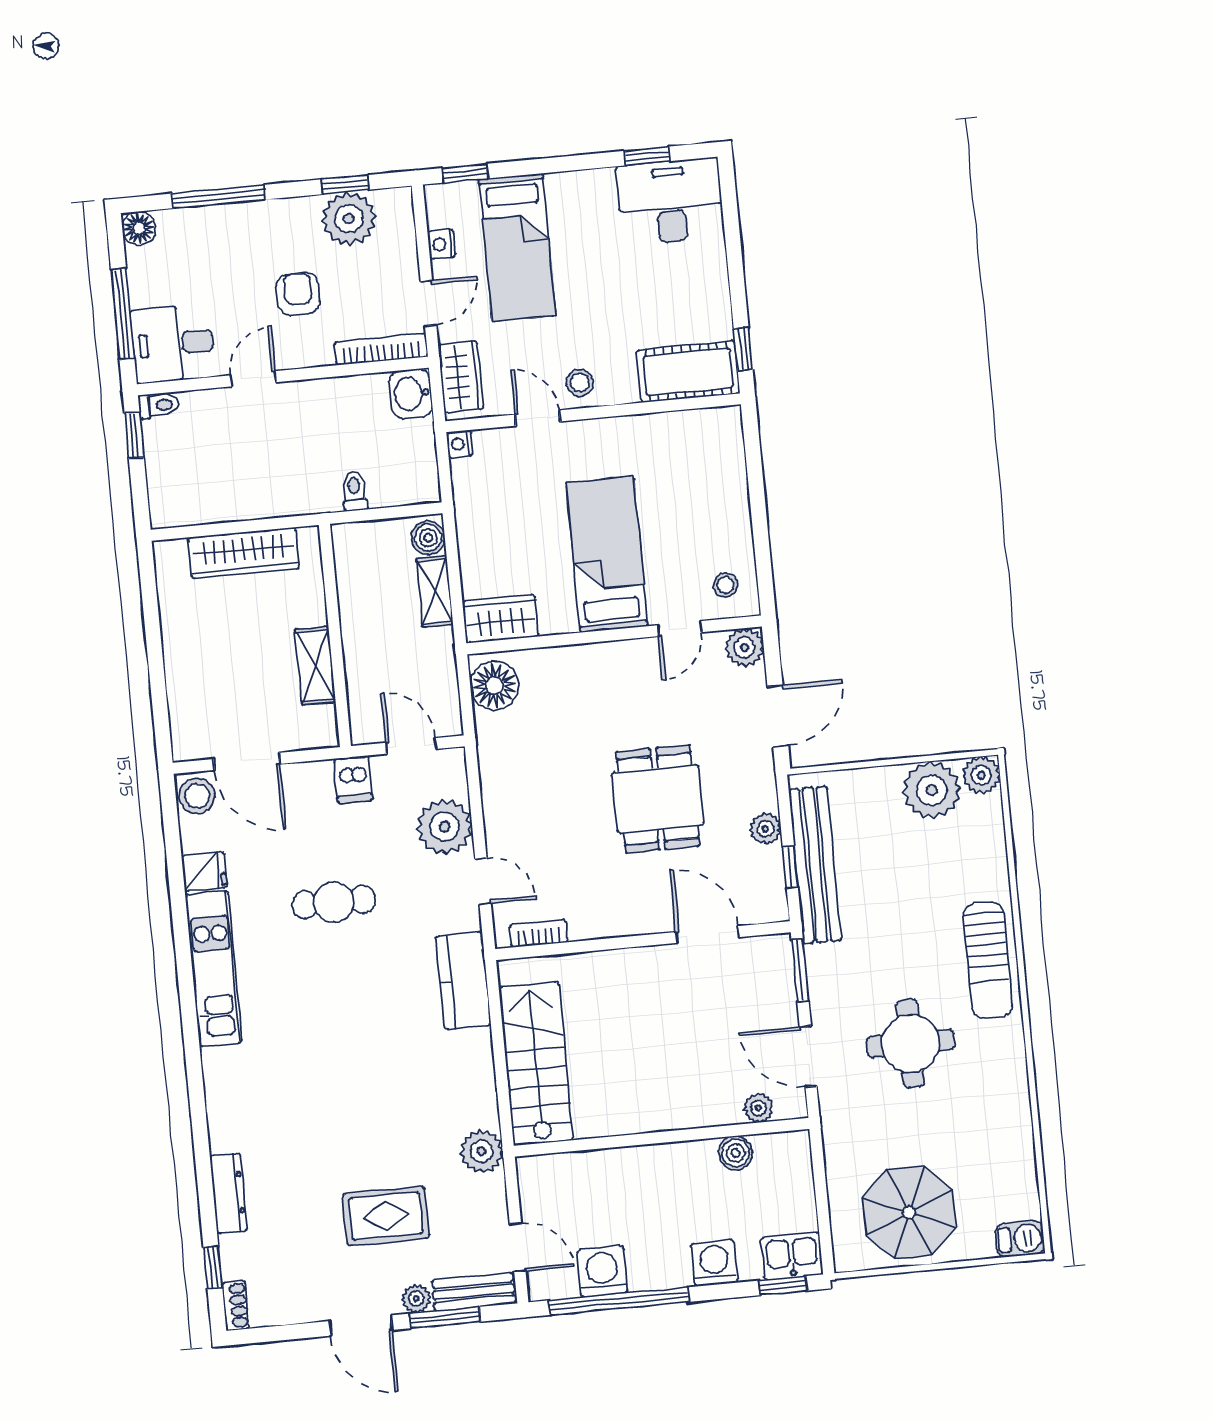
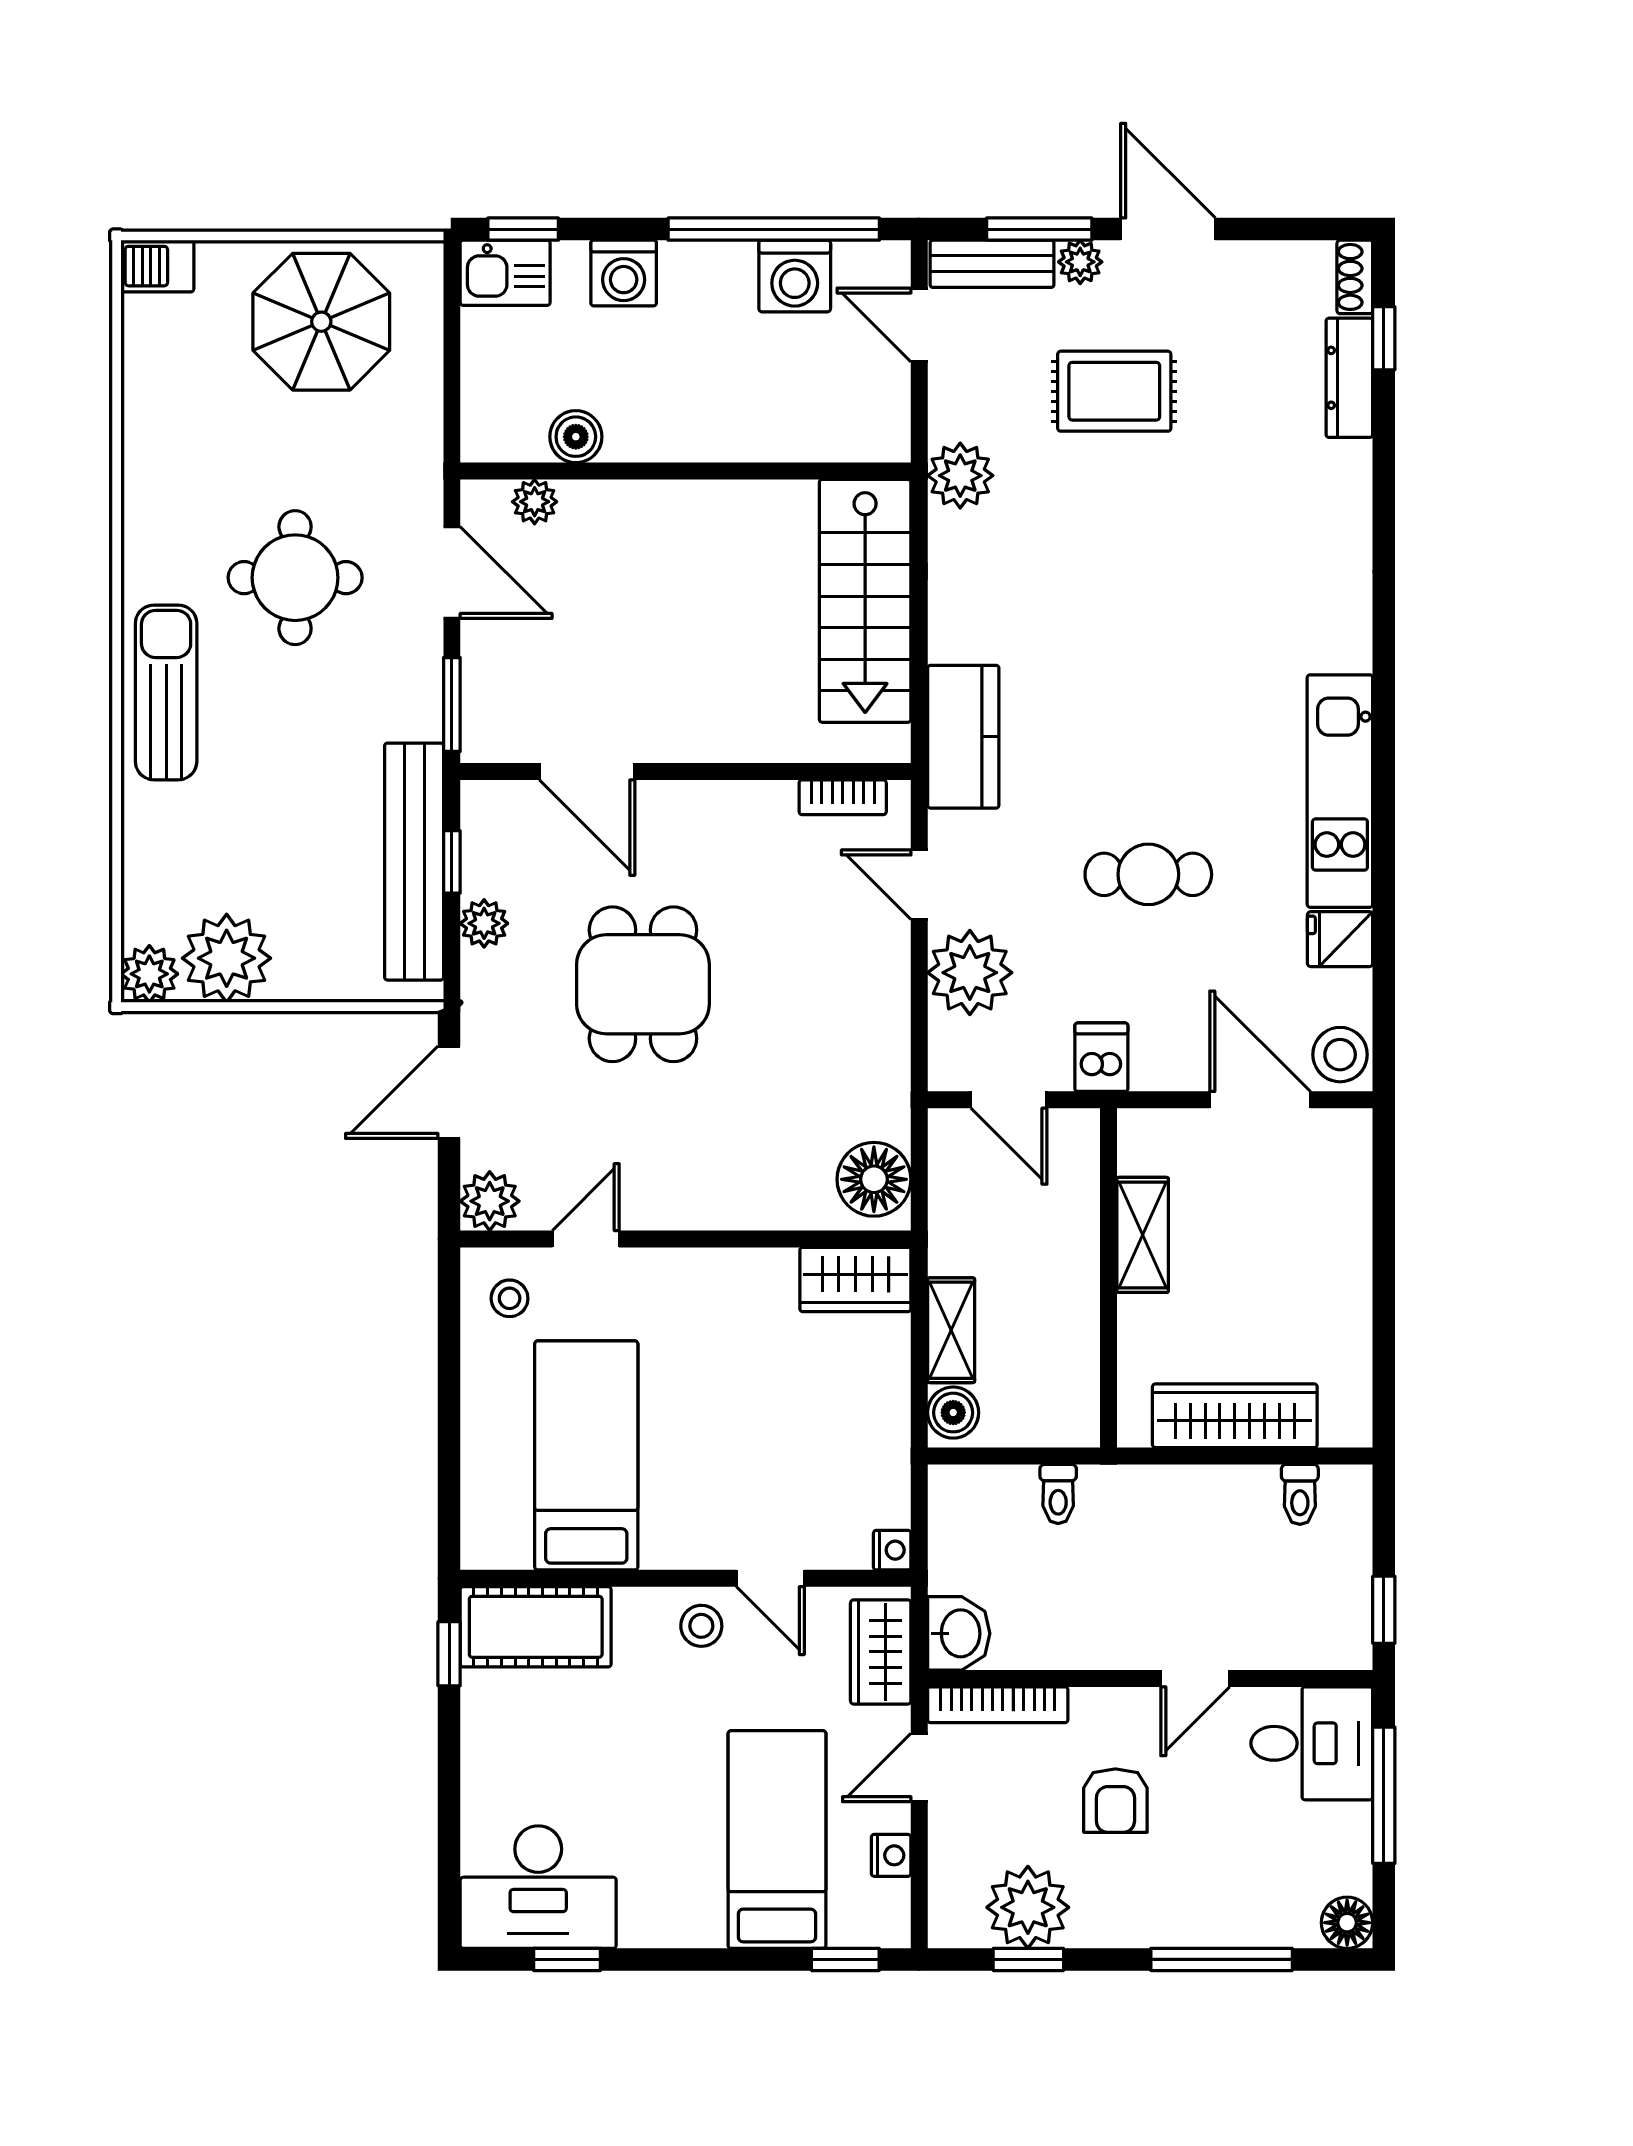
toilet: (159, 405) -> (1300, 1494), moved, turned -90
bed: (607, 554) -> (586, 1455), moved, turned 180
dresser: (229, 1193) -> (1349, 378), moved

